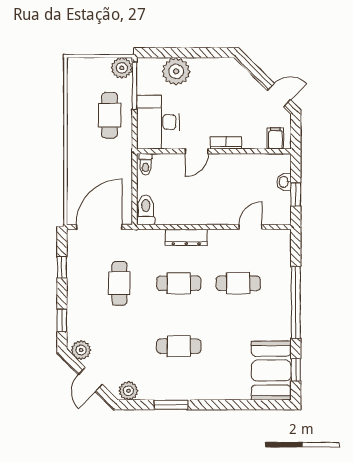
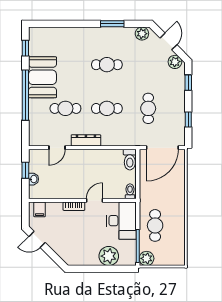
dresser: (186, 237) -> (86, 140), moved
booth: (271, 371) -> (42, 77), moved

